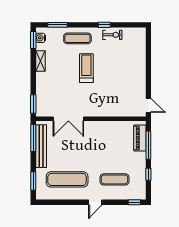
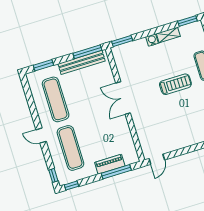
water cooler: (41, 38) -> (152, 40), moved
double door: (68, 119) -> (123, 98), moved
piano: (140, 138) -> (110, 164), moved
window: (148, 174) -> (71, 186), moved
exercise mat: (114, 179) -> (70, 148), width x1.36, depth x1.45

